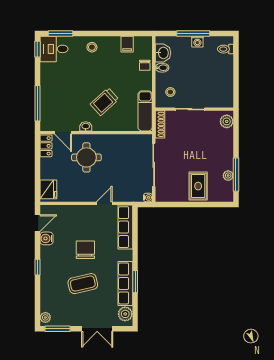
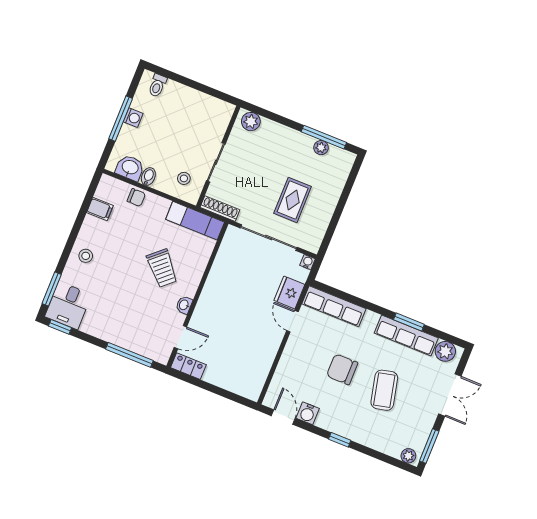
round table: (86, 157) -> (224, 320), removed
rug: (198, 186) -> (293, 200), moved, turned 90
fridge: (48, 189) -> (289, 292), moved, turned -90

